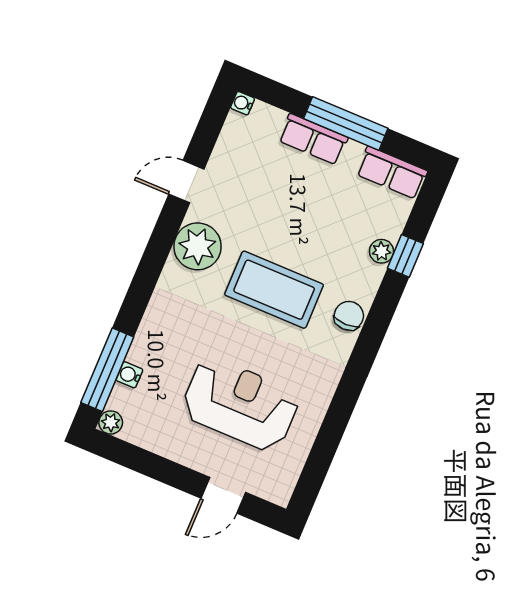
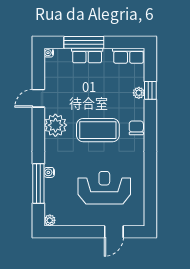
window: (346, 123) -> (84, 42), moved
window: (107, 370) -> (38, 184), moved
water cooler: (129, 375) -> (49, 172), moved

